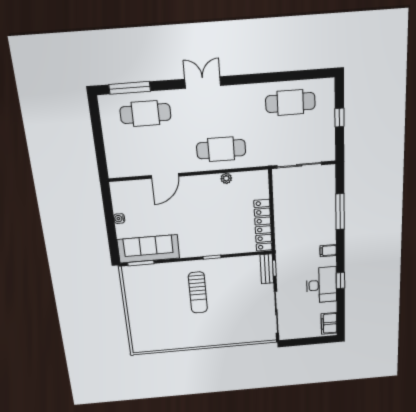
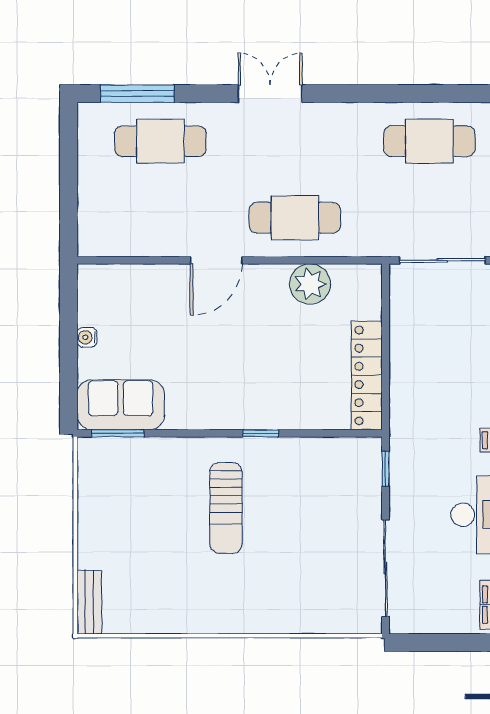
door: (165, 176) -> (216, 260), moved
plant: (226, 178) -> (310, 284), width x1.88, depth x1.88
sofa: (148, 249) -> (121, 405), width x0.73
bench: (267, 269) -> (89, 602), moved

